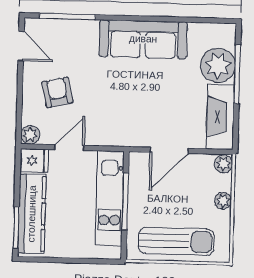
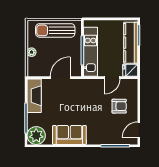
sofa: (143, 39) -> (69, 135), width x0.73
door: (21, 46) -> (139, 130), hinge flipped
plant: (218, 65) -> (36, 136), moved
armchair: (57, 92) -> (119, 106), turned -77
plant: (30, 135) -> (133, 84), removed
plant: (223, 164) -> (32, 71), removed

